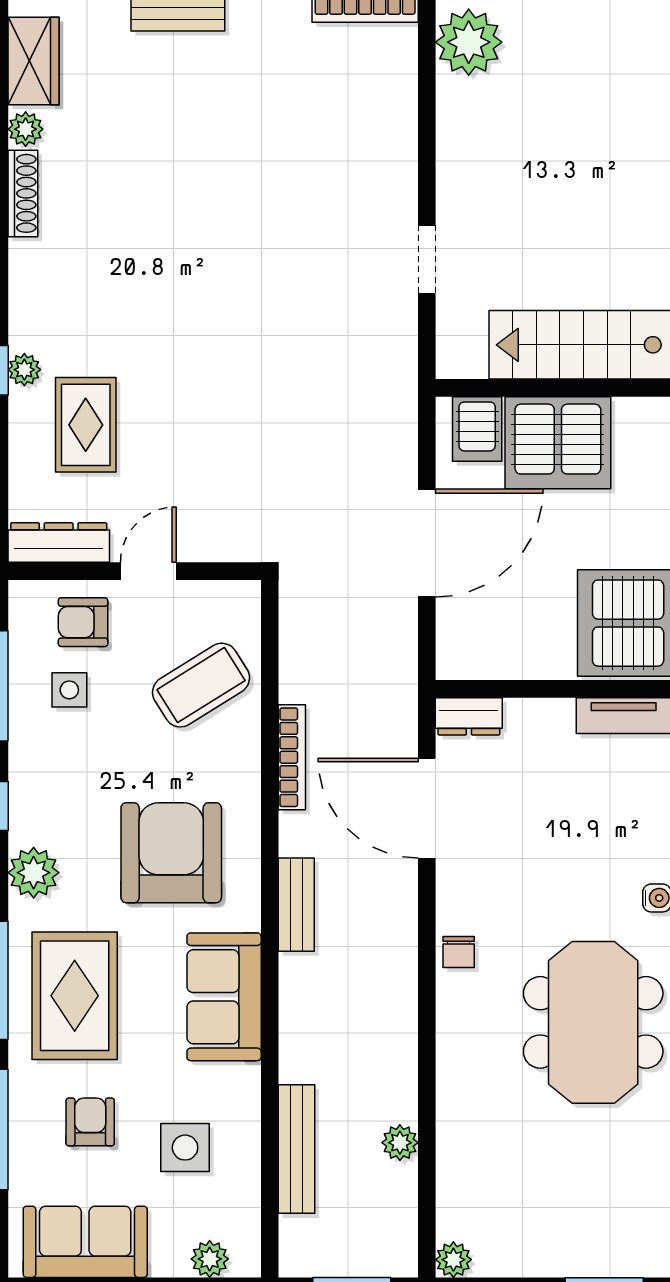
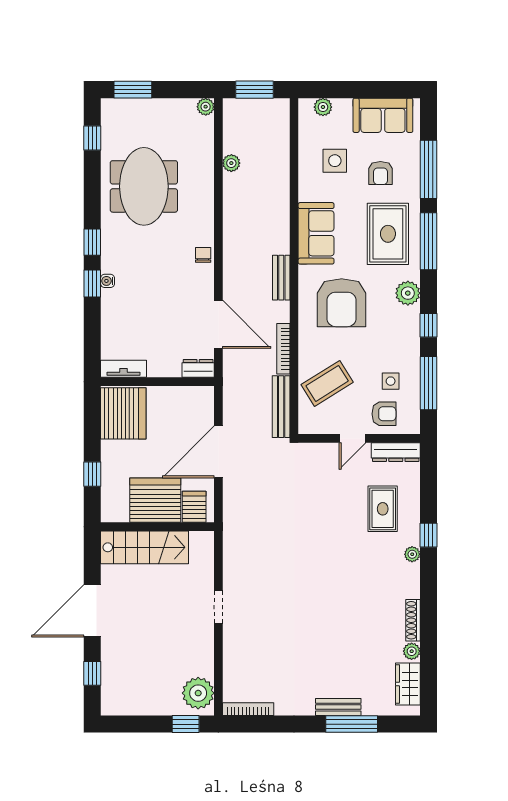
doorway: (427, 259) -> (218, 607), moved
plant: (24, 370) -> (412, 554), moved
meeting table: (593, 1022) -> (144, 186), moved
bench: (297, 1149) -> (281, 407), moved

